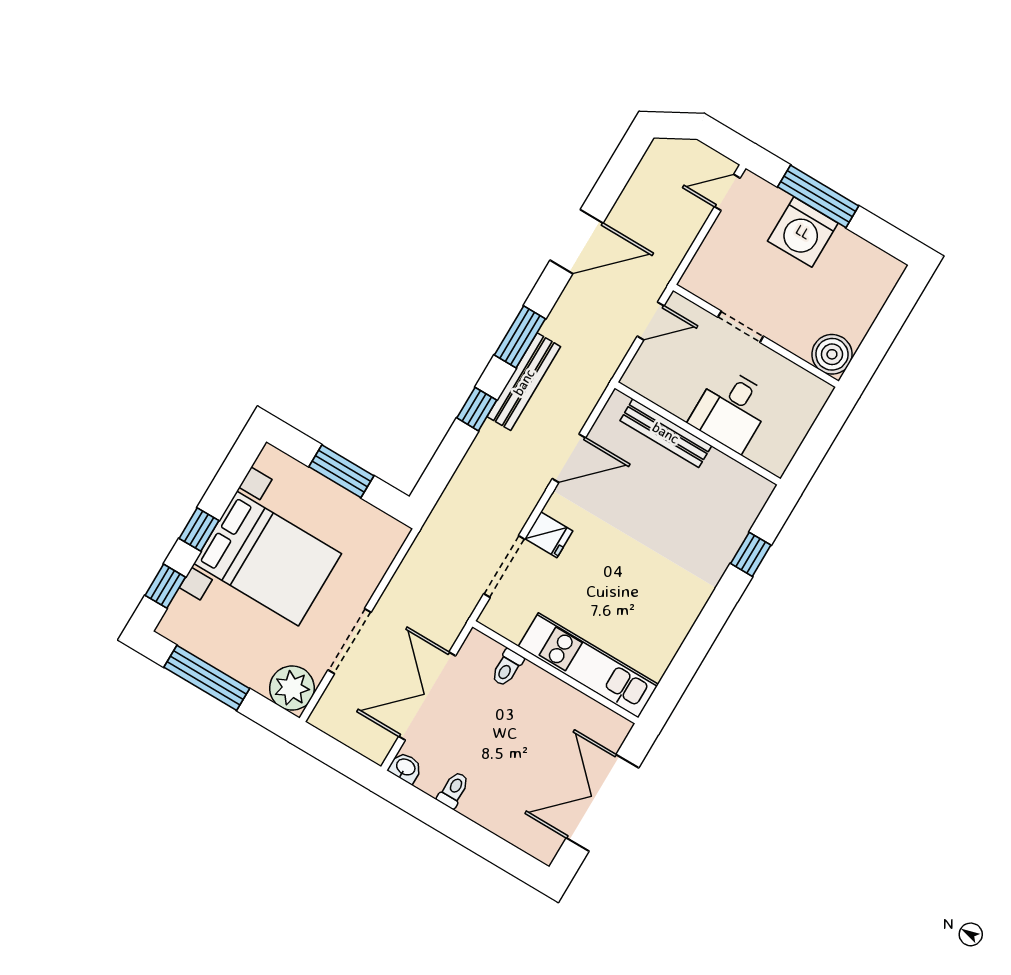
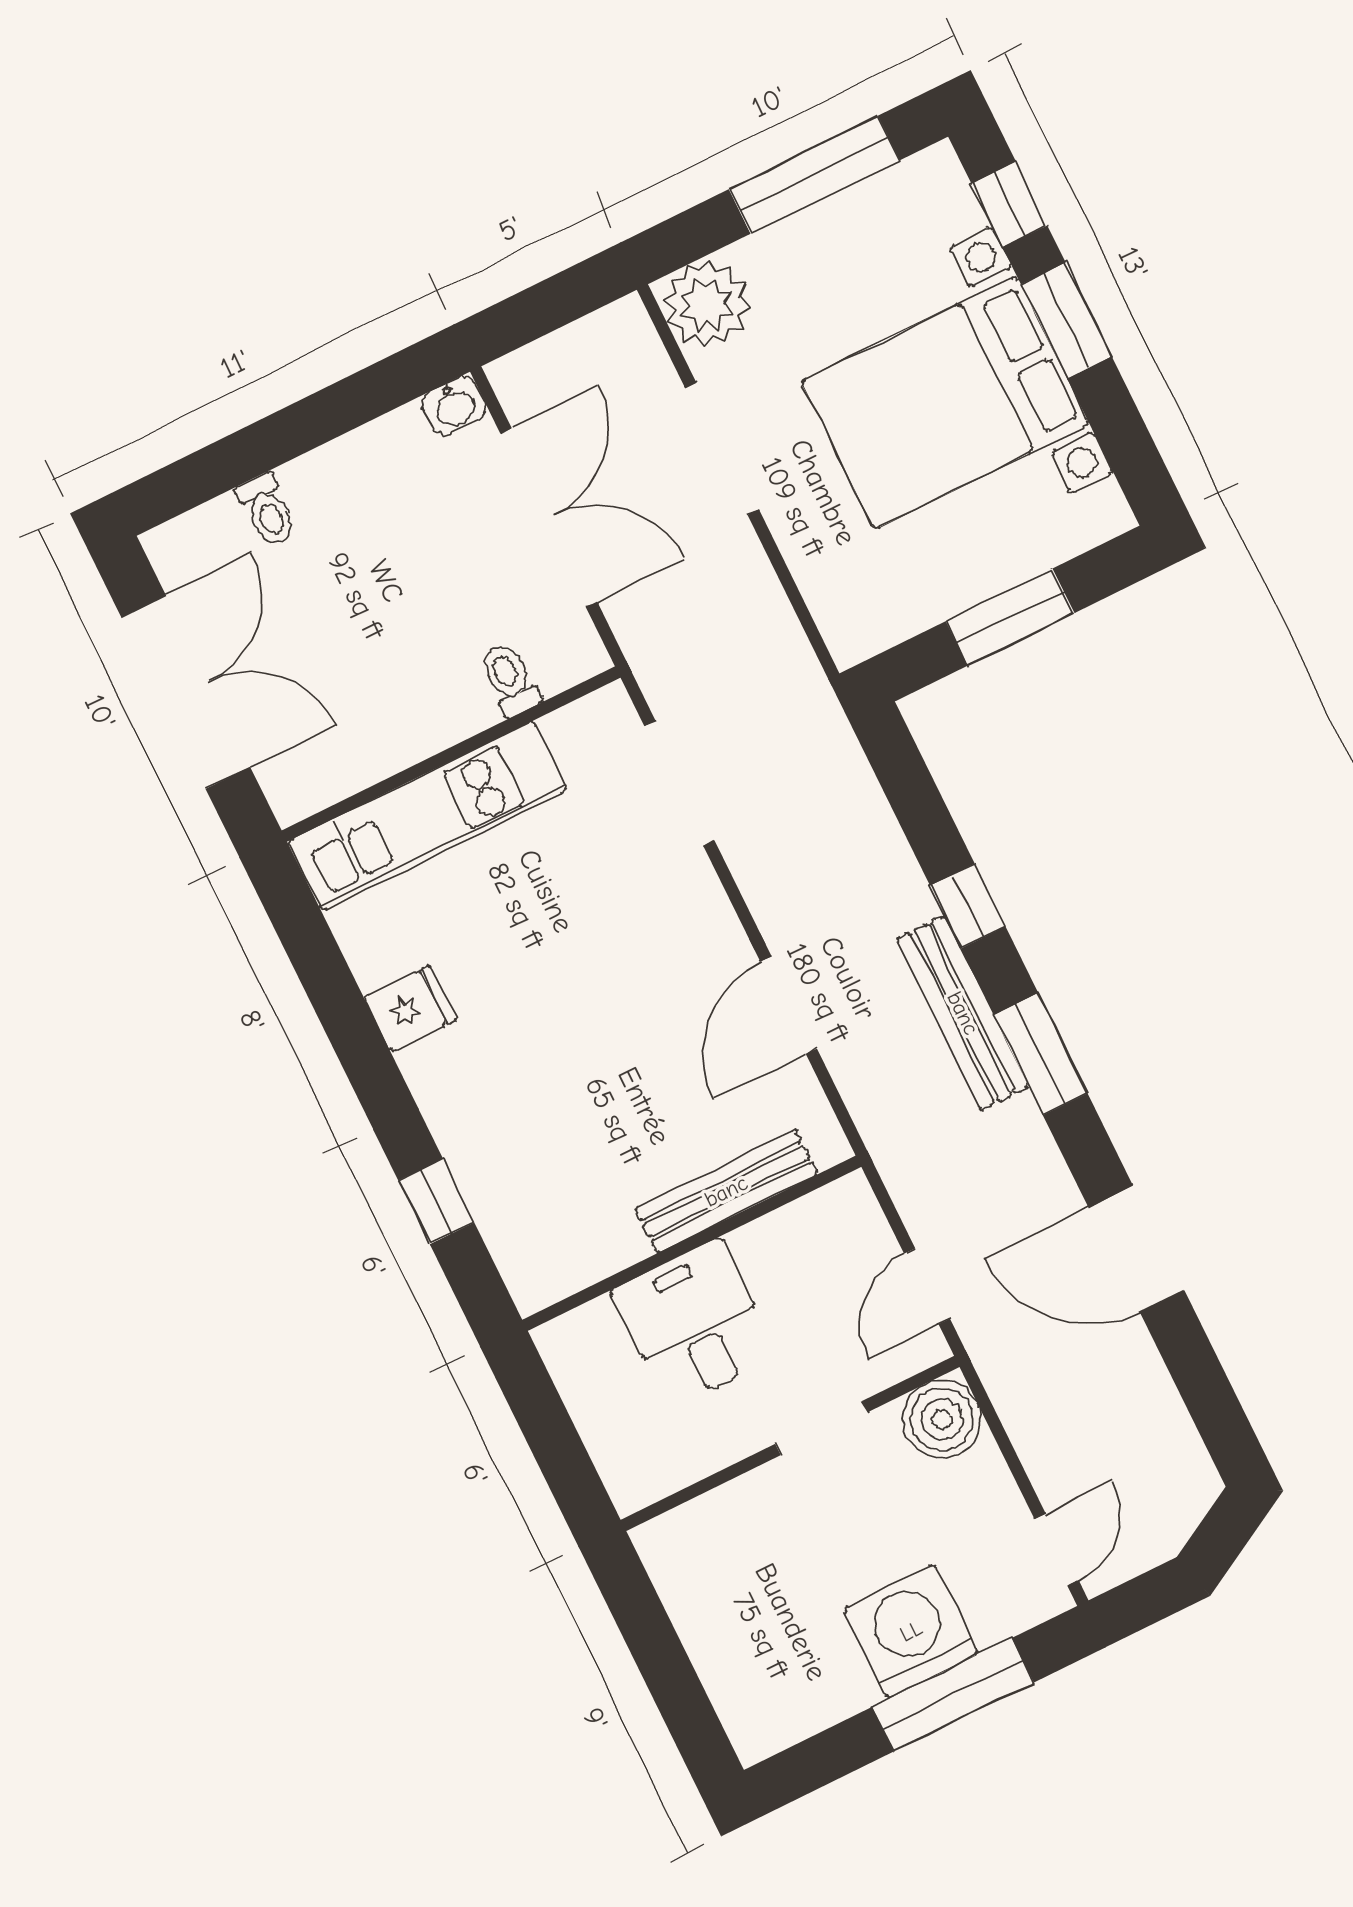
door: (577, 242) -> (1136, 1249), hinge flipped
boiler: (832, 354) -> (942, 1419), moved
window: (199, 530) -> (1066, 321), width x1.50
fridge: (549, 535) -> (410, 1009), moved, turned 180
toilet: (453, 790) -> (267, 510), moved

